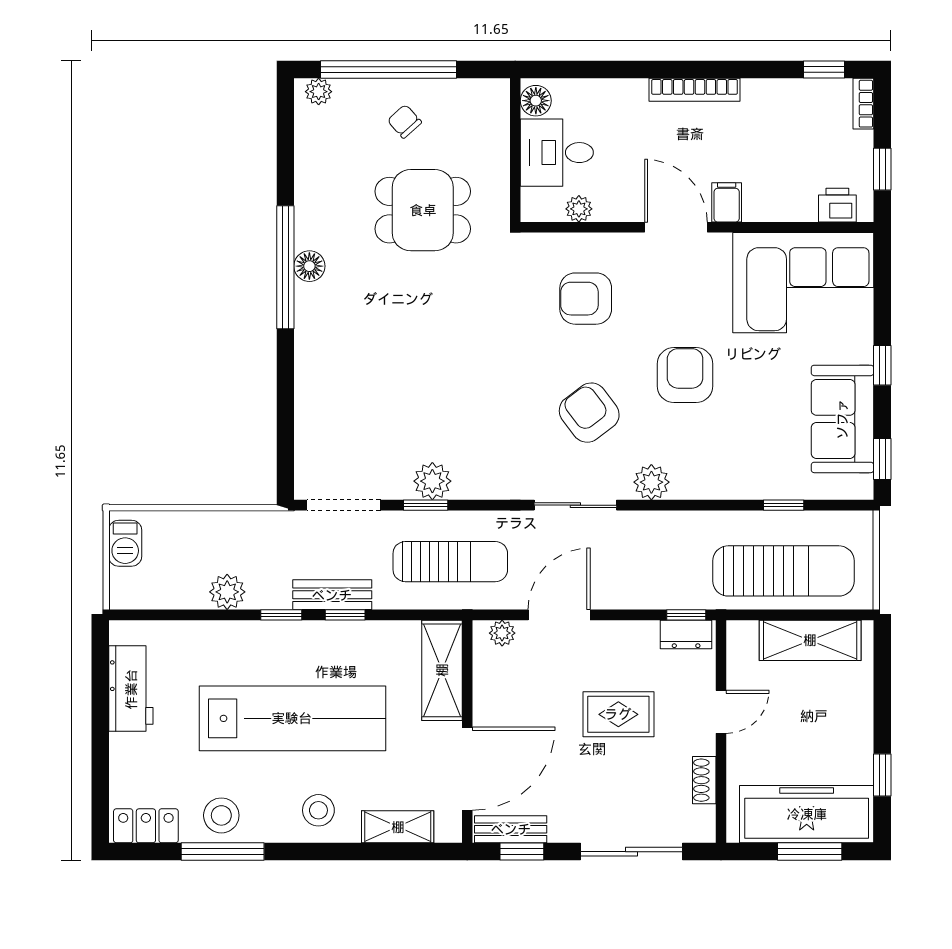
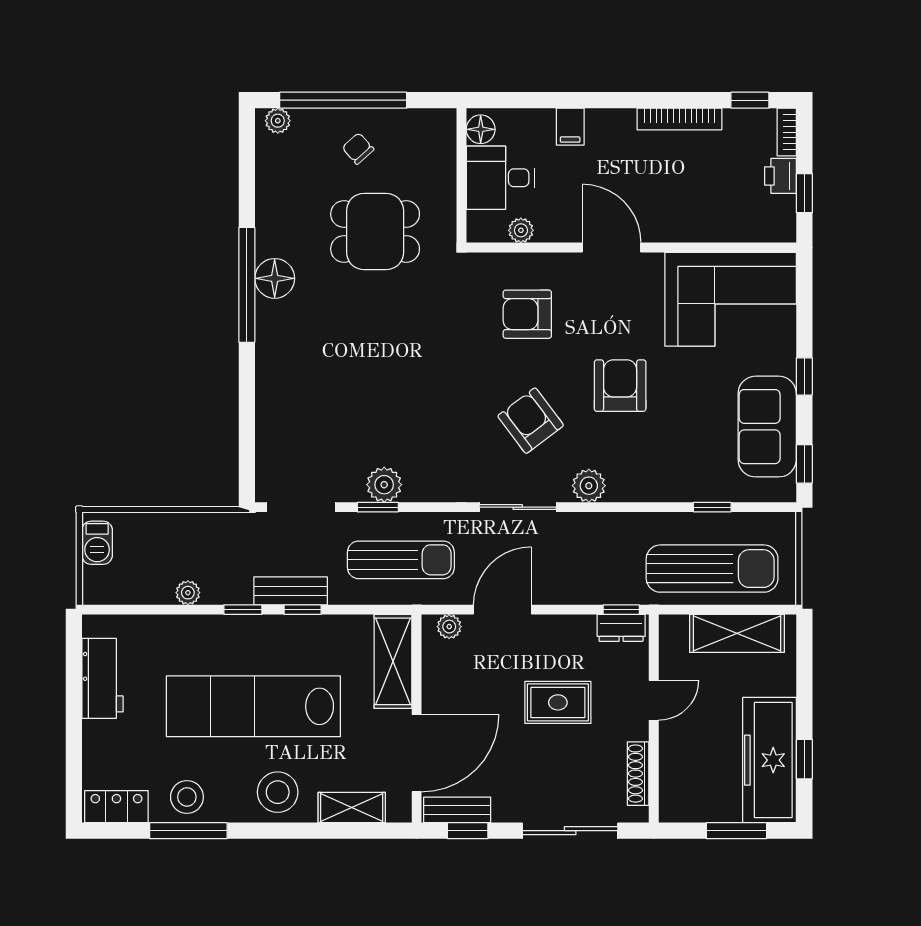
bookcase: (695, 90) -> (679, 119), moved
filing cabinet: (727, 202) -> (570, 127), moved, turned 180
printer: (837, 205) -> (780, 176), moved, turned -90
floor lamp: (309, 266) -> (275, 278), width x1.38, depth x1.38
plant: (227, 592) -> (188, 593), width x0.73, depth x0.73
lab bench: (292, 718) -> (253, 706), turned 180
shoe rack: (704, 780) -> (638, 774), width x1.43
stool: (318, 810) -> (278, 792), width x1.38, depth x1.38
freezer: (807, 814) -> (769, 760), moved, turned -90

